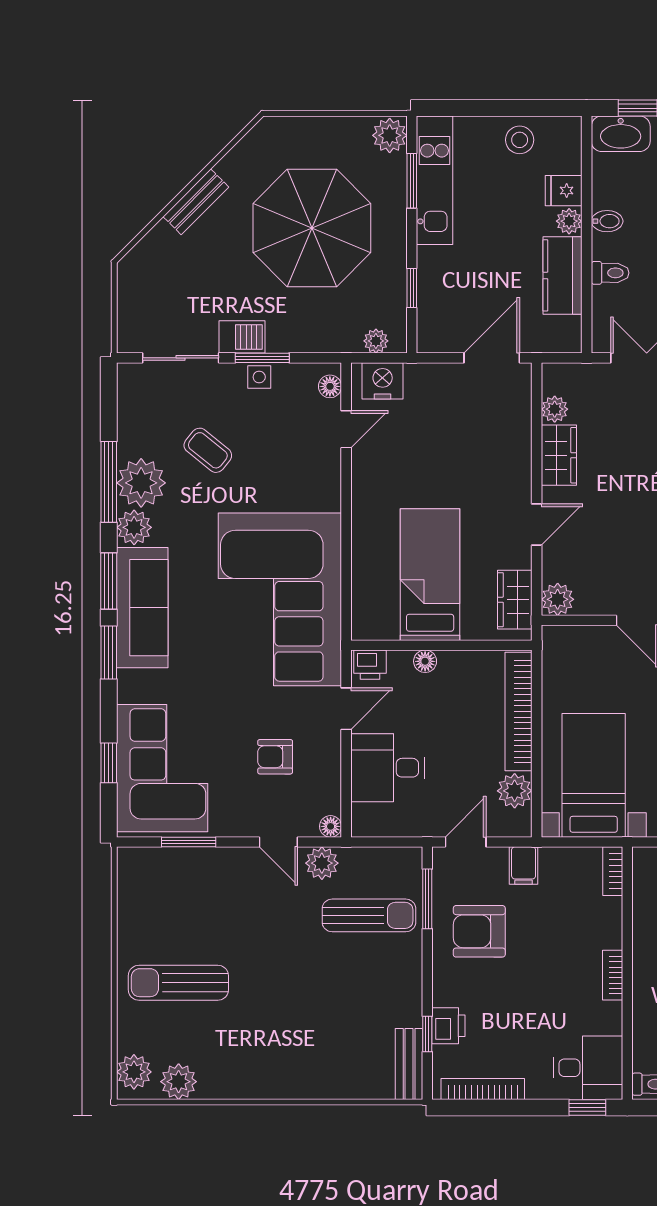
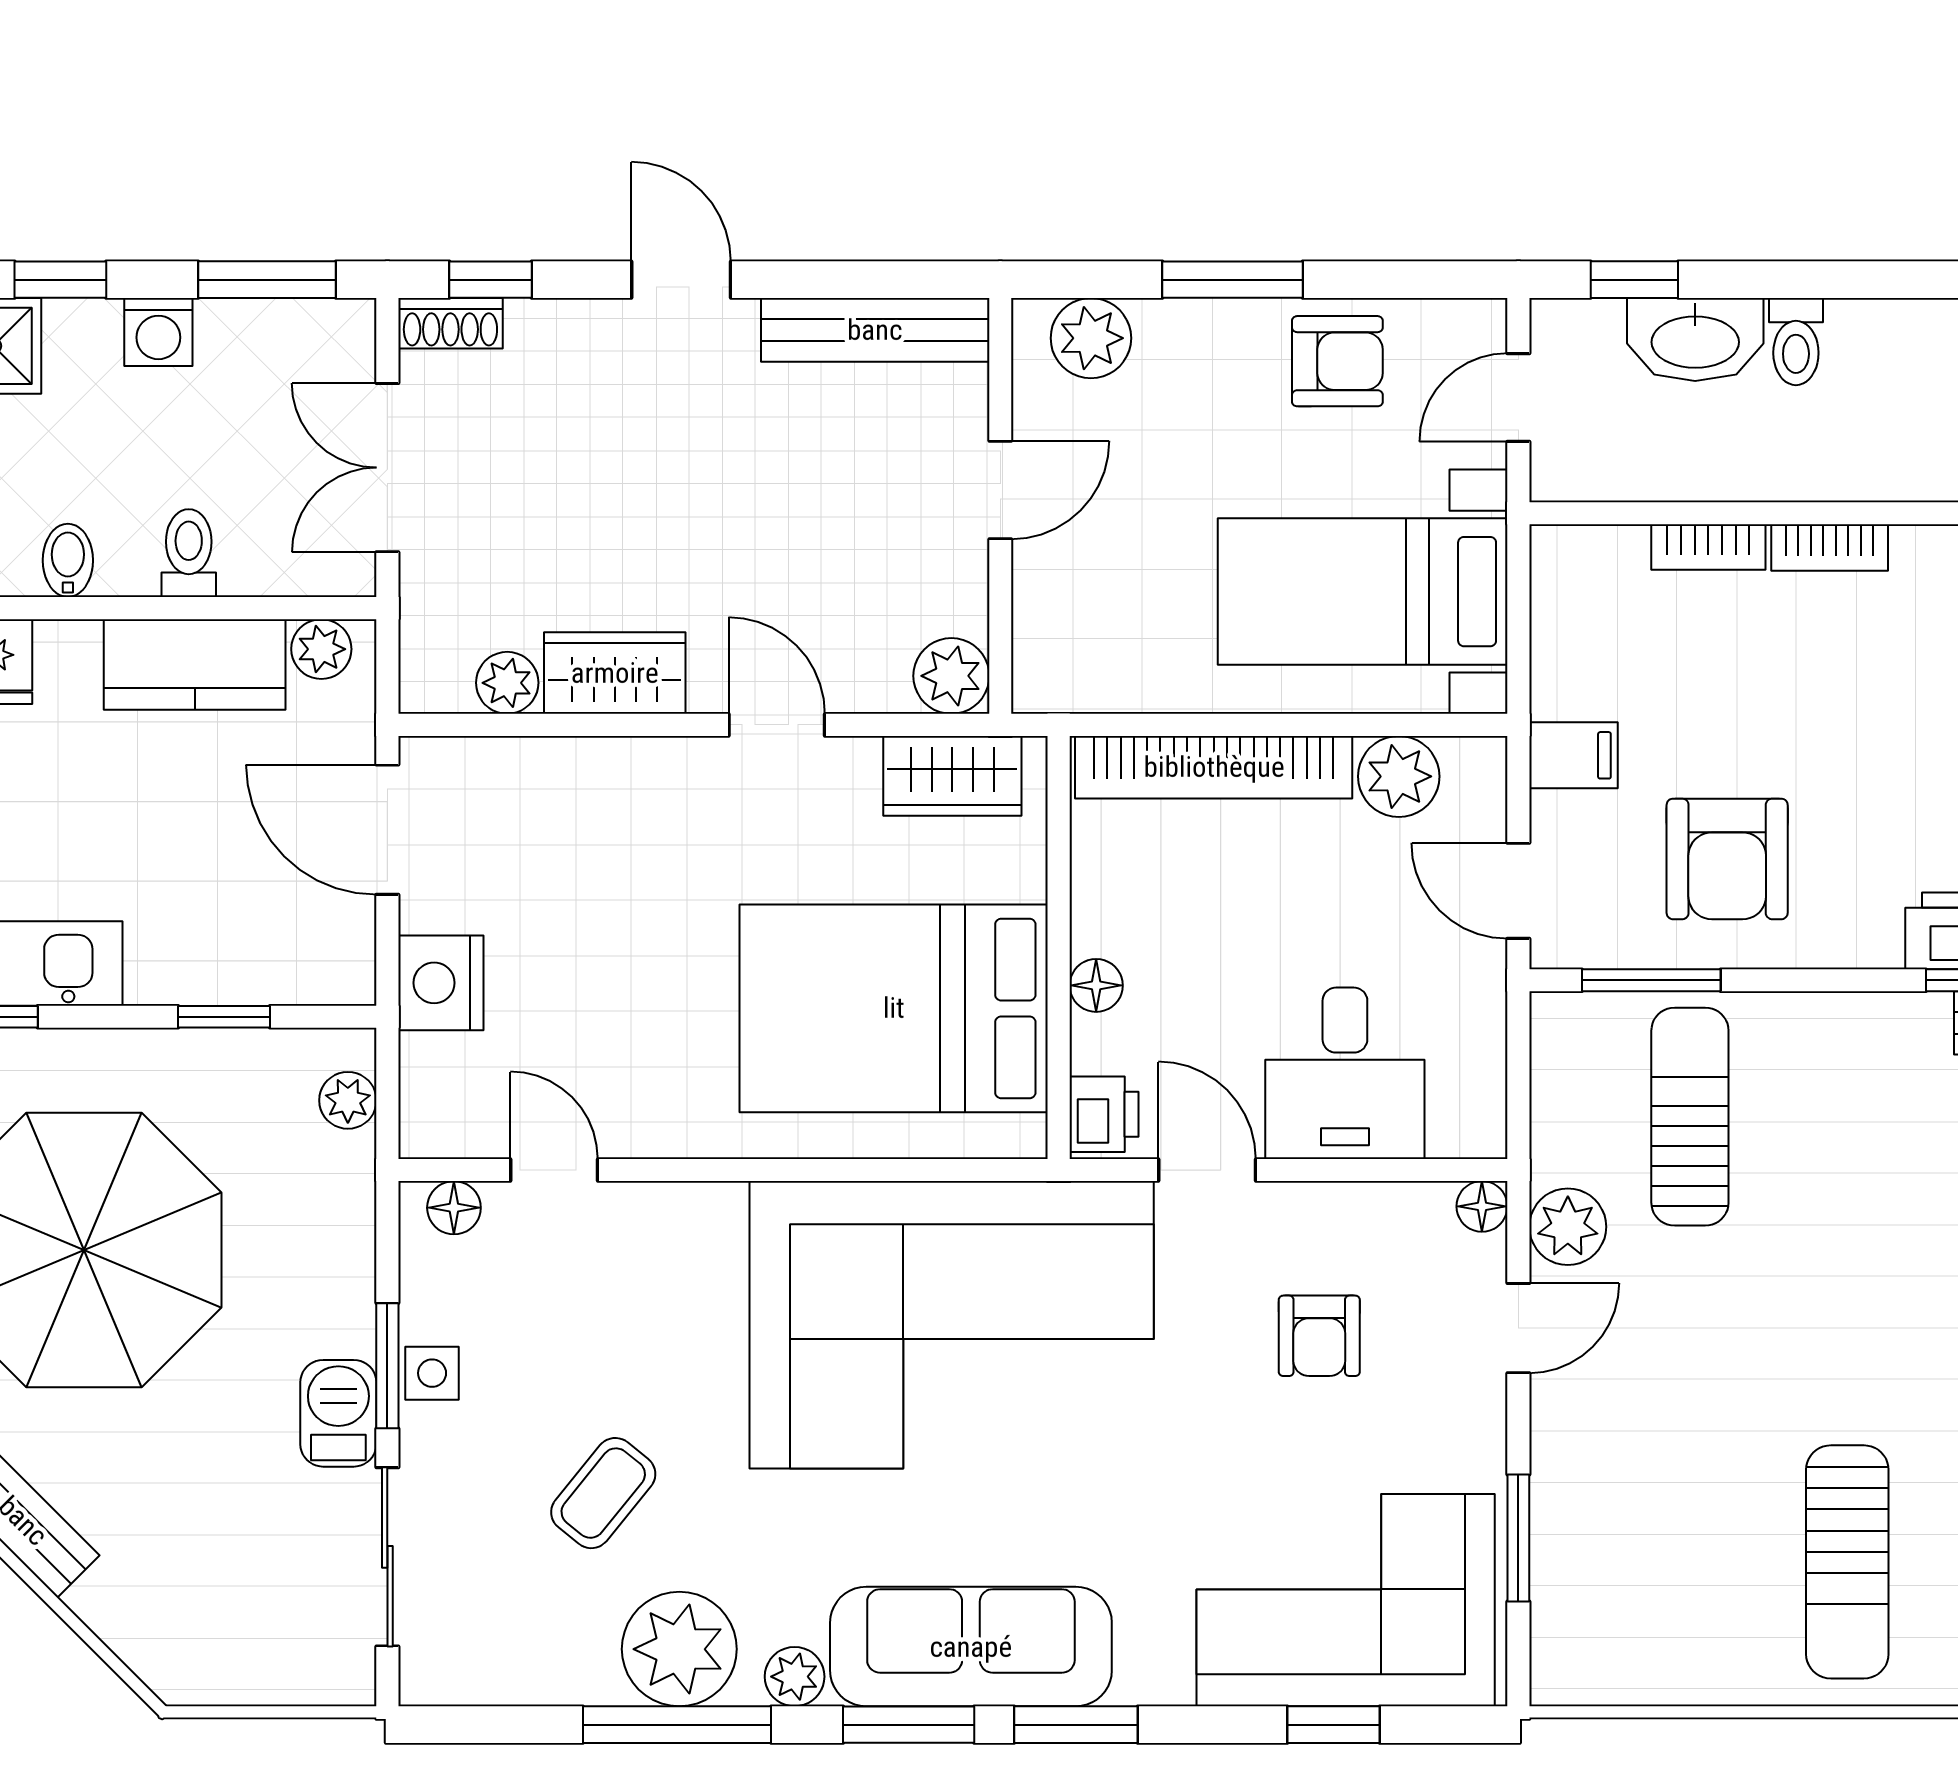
plant: (569, 221) -> (321, 649), moved
nightstand: (383, 381) -> (441, 983), moved
plant: (134, 527) -> (795, 1677), width x0.73, depth x0.73
bed: (430, 575) -> (894, 1008), width x1.50
bookcase: (613, 871) -> (1708, 547), moved

